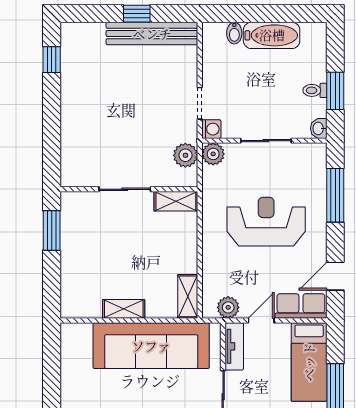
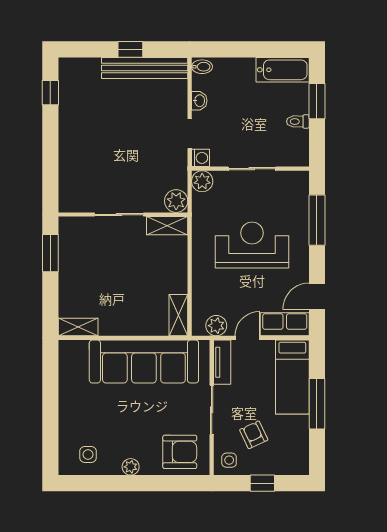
bidet: (234, 33) -> (202, 67), moved, turned -90
bathtub: (272, 35) -> (283, 70), moved
window: (335, 91) -> (317, 101), moved
washbasin: (319, 128) -> (199, 101), moved, turned 180
plant: (185, 155) -> (176, 201), moved
shelving: (124, 309) -> (78, 327), moved

